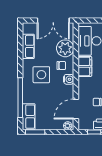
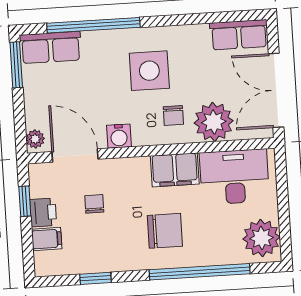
row of seats: (28, 46) -> (239, 35), moved
water cooler: (69, 79) -> (119, 136), moved

